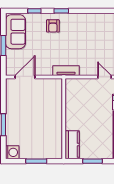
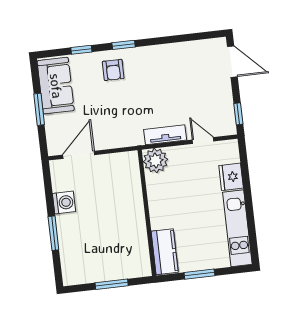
tv unit: (66, 71) -> (165, 135), moved
plant: (73, 86) -> (155, 161), added
washing machine: (12, 152) -> (64, 203), moved

